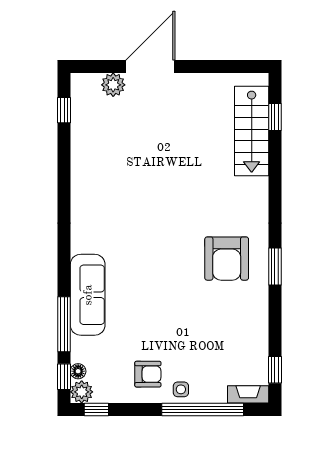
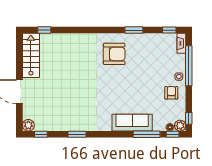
plant: (113, 85) -> (28, 125), moved
stairs: (252, 131) -> (31, 55), moved, turned -90
window: (64, 183) -> (77, 134), added
window: (275, 266) -> (134, 30), moved

